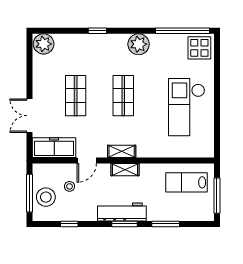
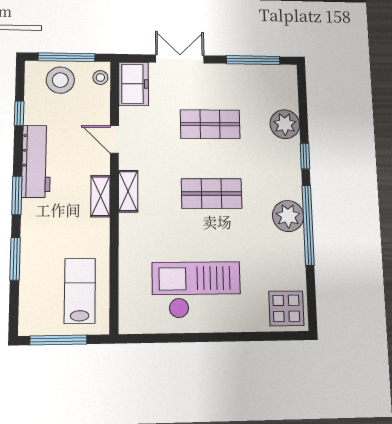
window: (183, 31) -> (308, 225), moved
plant: (44, 44) -> (285, 124), moved
window: (30, 65) -> (253, 60), added
freezer: (54, 148) -> (134, 84), width x0.71
stool: (70, 186) -> (100, 78), moved
workbench: (122, 212) -> (36, 161), moved

